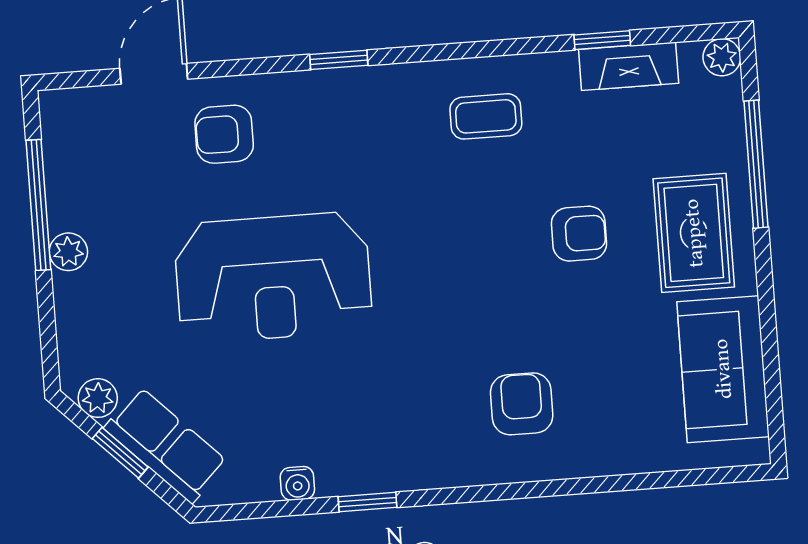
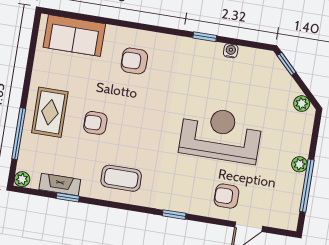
coffee table: (486, 116) -> (121, 178), width x1.36, depth x1.30
armchair: (224, 134) -> (227, 196), turned 180
sofa: (723, 369) -> (74, 36), moved, turned 90
armchair: (522, 404) -> (134, 61), turned 90
row of seats: (166, 445) -> (279, 78), removed
window: (120, 453) -> (287, 64), moved

